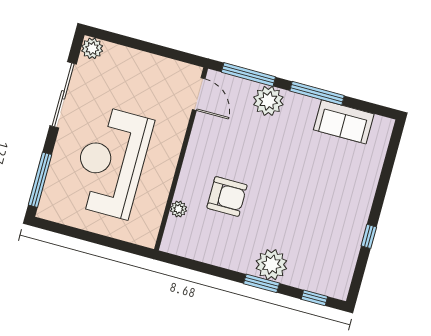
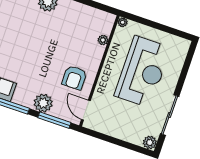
window: (40, 180) -> (187, 64), removed
armchair: (227, 196) -> (74, 78), moved, turned -90
plant: (149, 240) -> (123, 22), added

